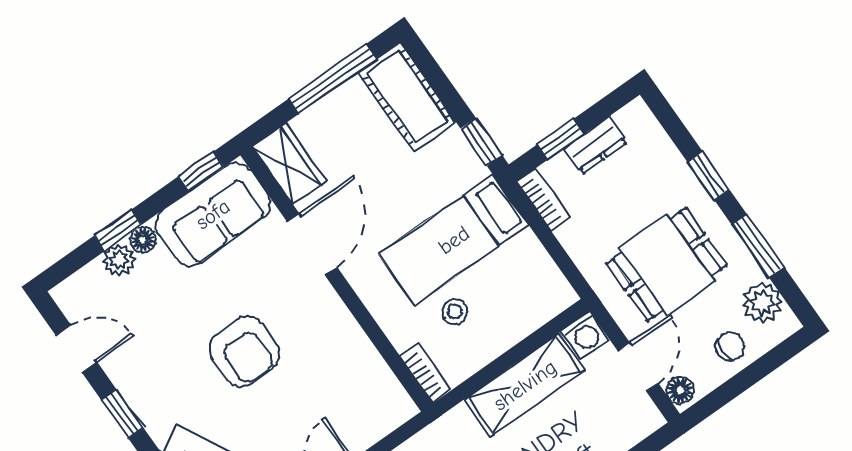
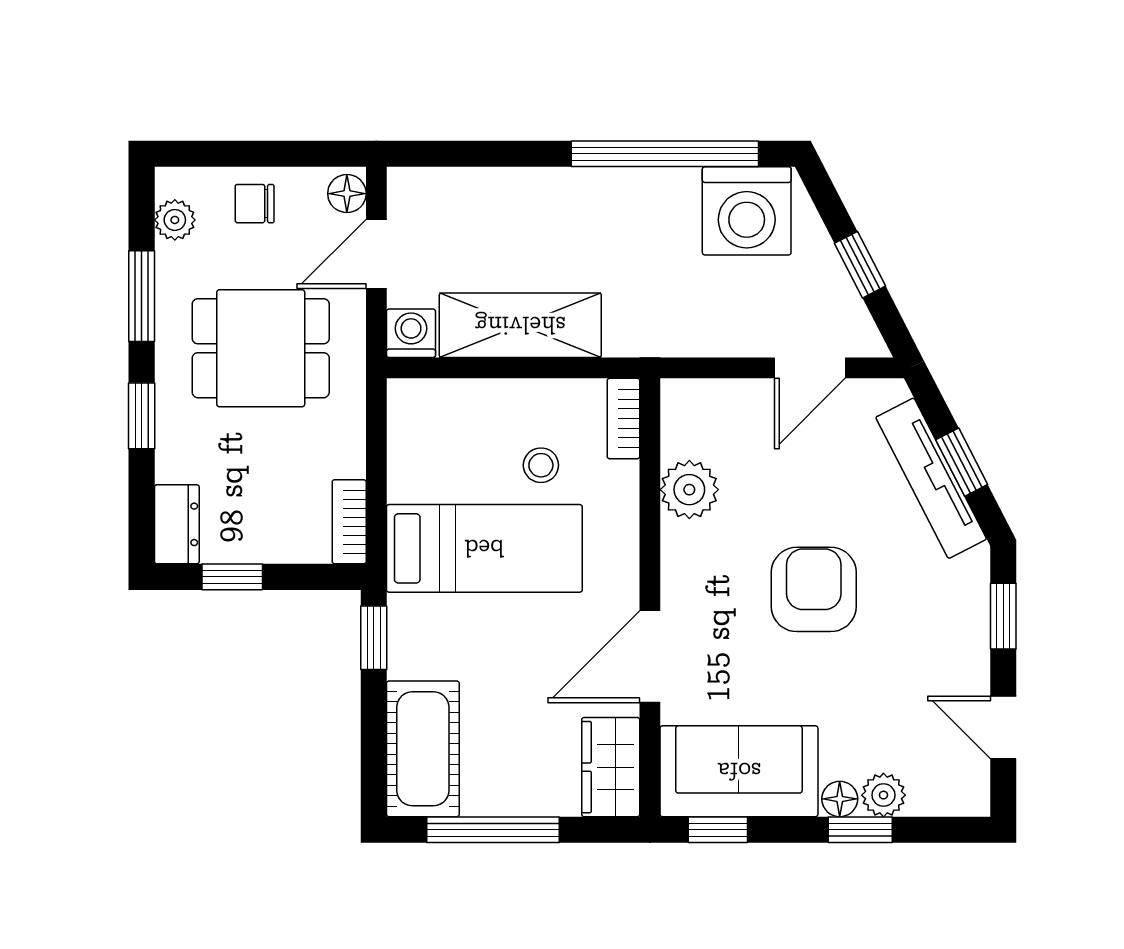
window: (560, 139) -> (232, 577), moved
dresser: (596, 145) -> (177, 524), moved, turned 90
plant: (762, 303) -> (175, 220), width x0.73, depth x0.73
plant: (358, 358) -> (689, 490), added

